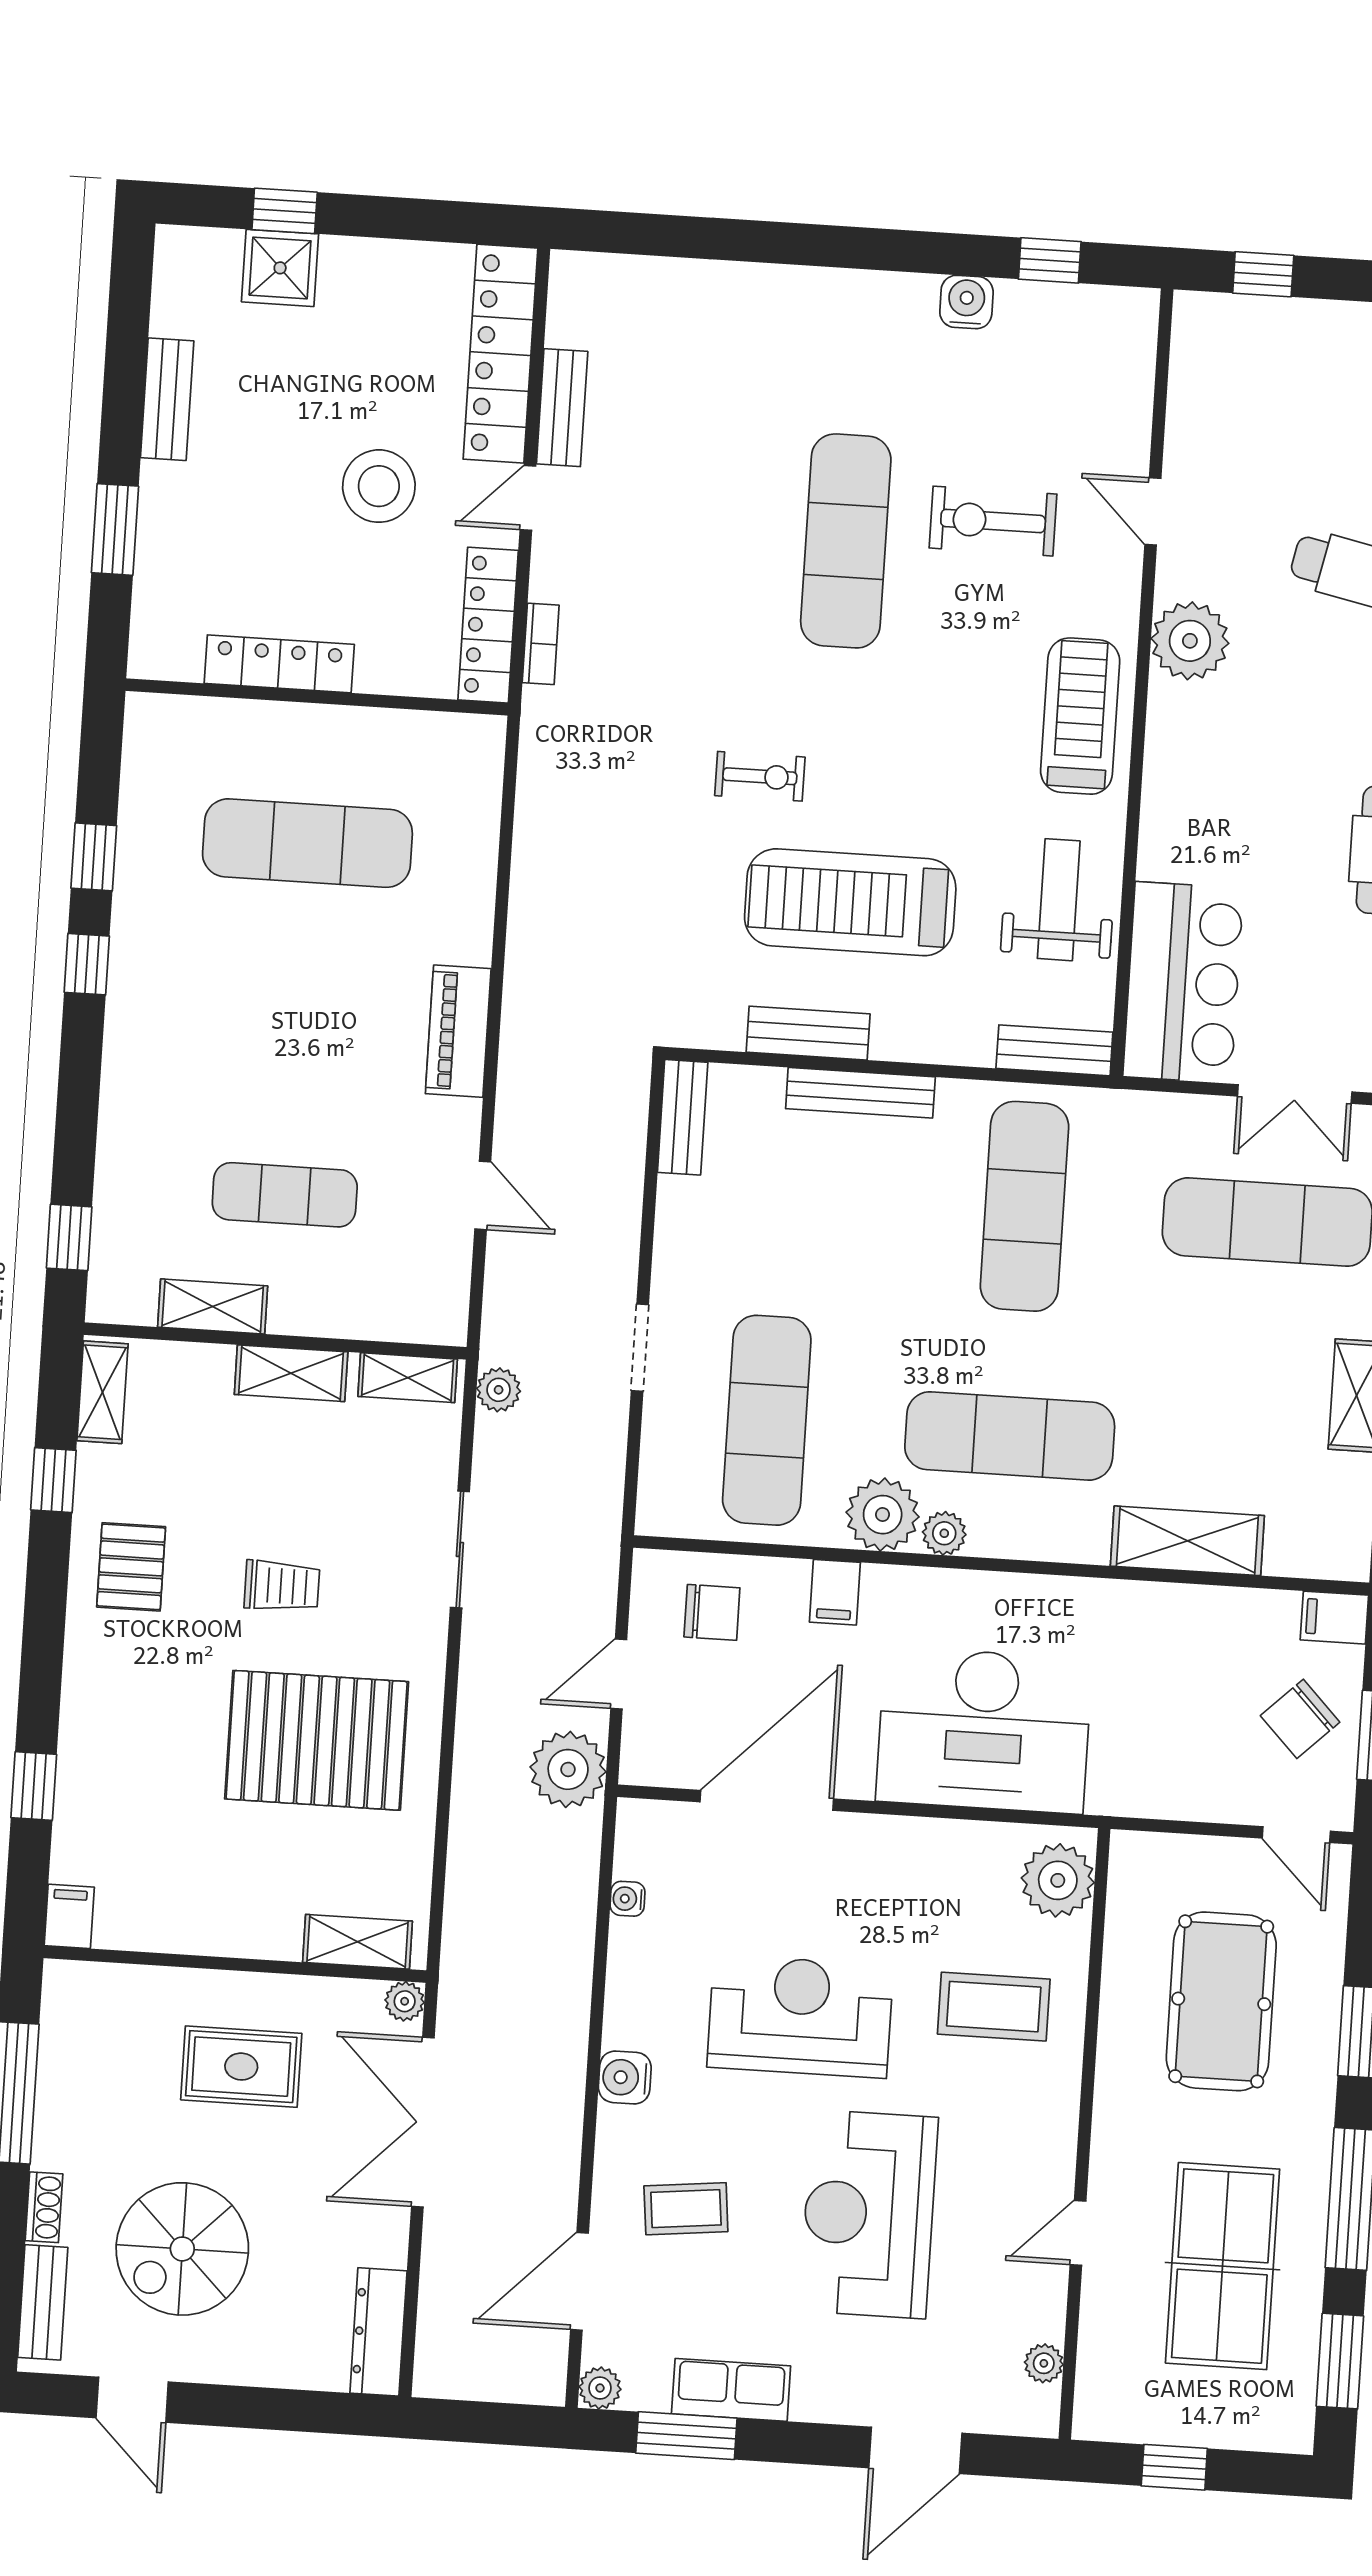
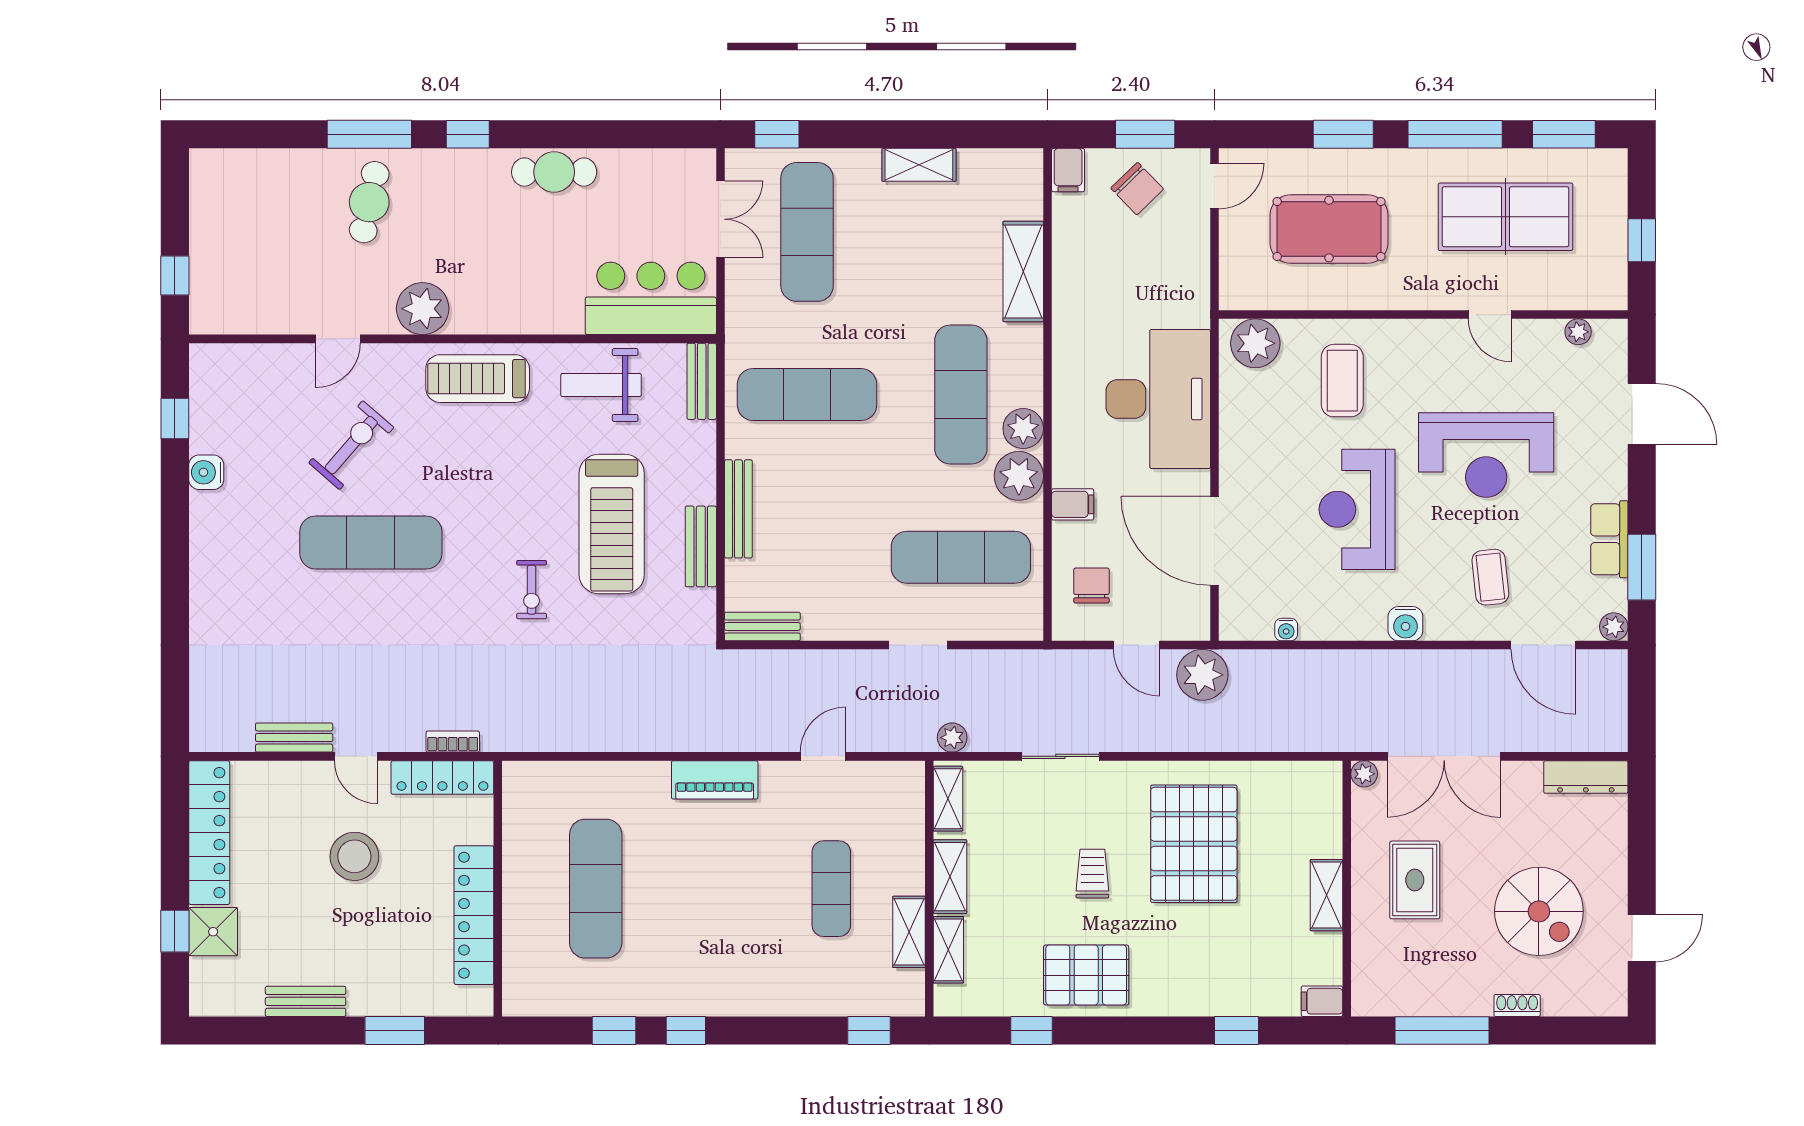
locker: (500, 354) -> (209, 833), moved, turned -90
exercise bike: (993, 521) -> (351, 445), turned -139
locker: (279, 664) -> (474, 915), width x1.41, depth x1.21
exercise bike: (760, 776) -> (532, 590), turned 180
shelving: (103, 1392) -> (948, 950), moved, turned 90
plant: (944, 1533) -> (1023, 429), width x1.38, depth x1.38
pallet: (131, 1567) -> (1086, 975), width x1.50, depth x1.42
shelving: (357, 1942) -> (1326, 895), moved
bench: (43, 2302) -> (1581, 1002), removed

